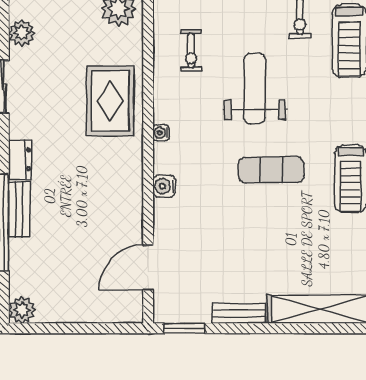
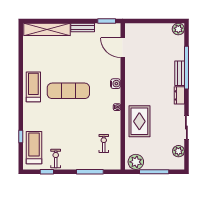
weight bench: (255, 89) -> (76, 127), removed
exercise mat: (271, 170) -> (68, 91), width x1.36, depth x1.45
door: (148, 268) -> (123, 48), swing flipped

